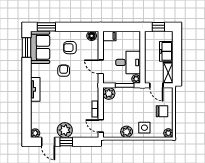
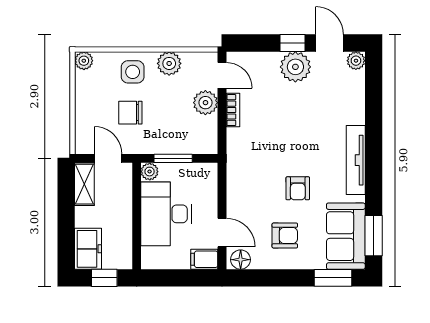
freezer: (166, 51) -> (88, 249), moved
desk: (128, 62) -> (166, 214), width x1.37
door: (101, 67) -> (222, 233), moved
tv unit: (35, 89) -> (356, 160), width x1.41
plant: (109, 93) -> (205, 103), moved
chair: (162, 111) -> (130, 113), moved

